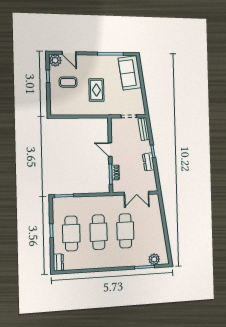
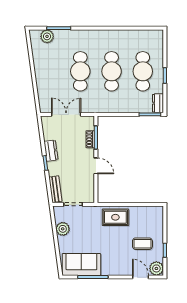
sofa: (130, 73) -> (81, 264), moved, turned -82
rug: (96, 90) -> (115, 217), moved, turned 90
plant: (137, 95) -> (63, 229), added
dresser: (58, 262) -> (158, 103), moved

